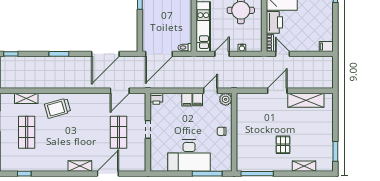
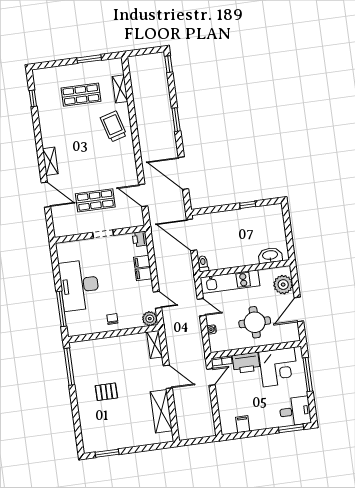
filing cabinet: (326, 46) -> (243, 424), moved
filing cabinet: (198, 99) -> (142, 262), moved
shelving: (304, 166) -> (154, 344), moved

